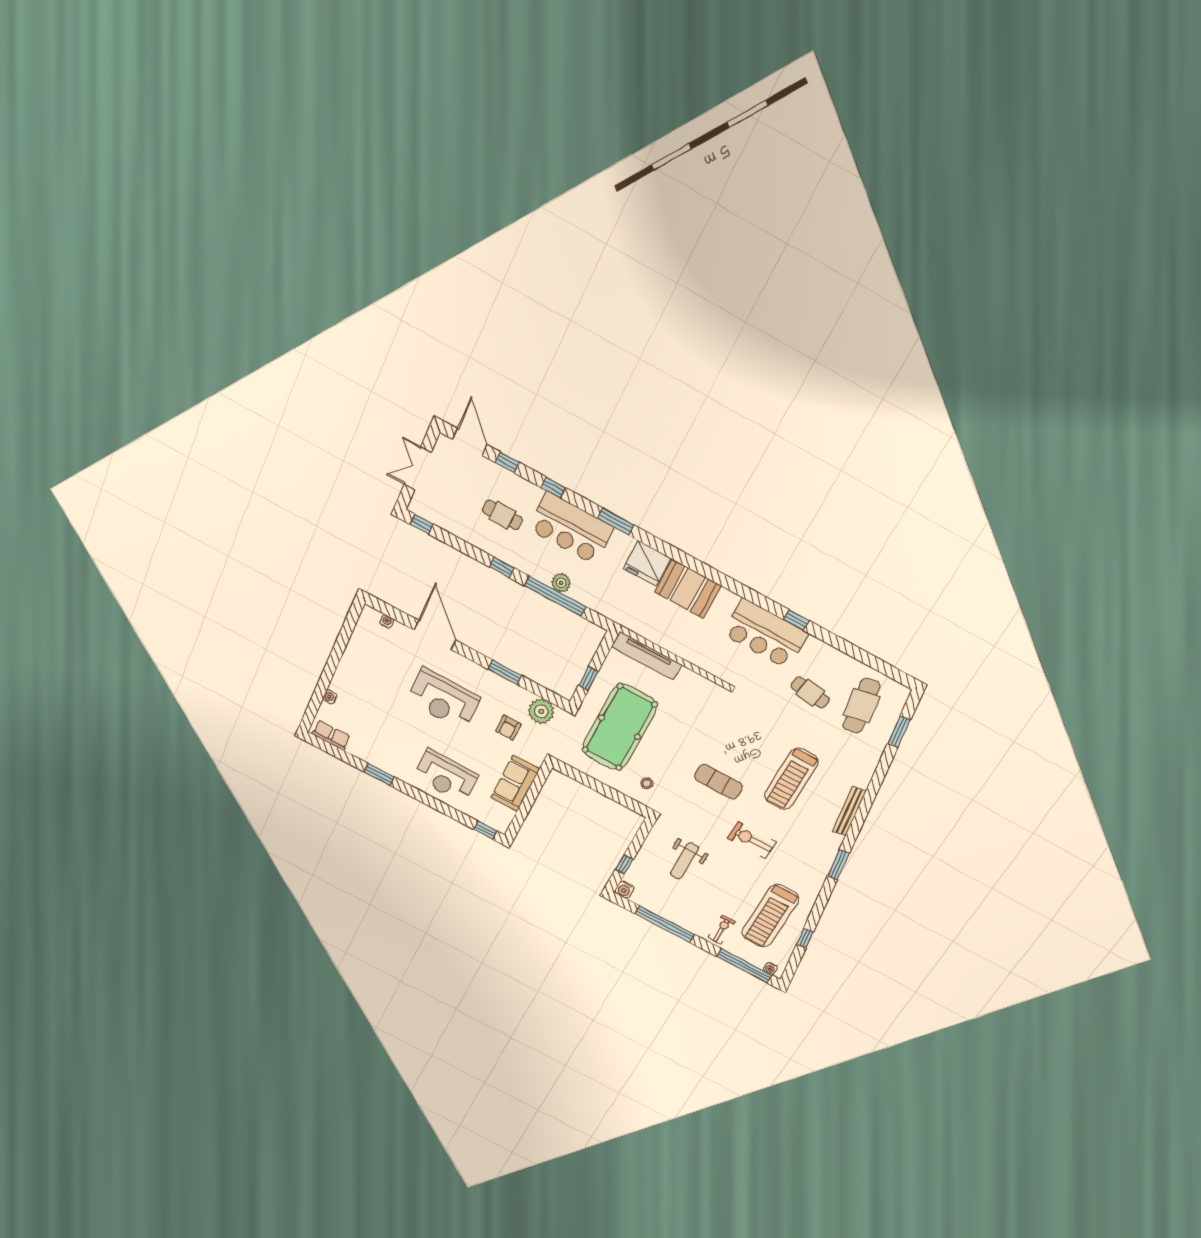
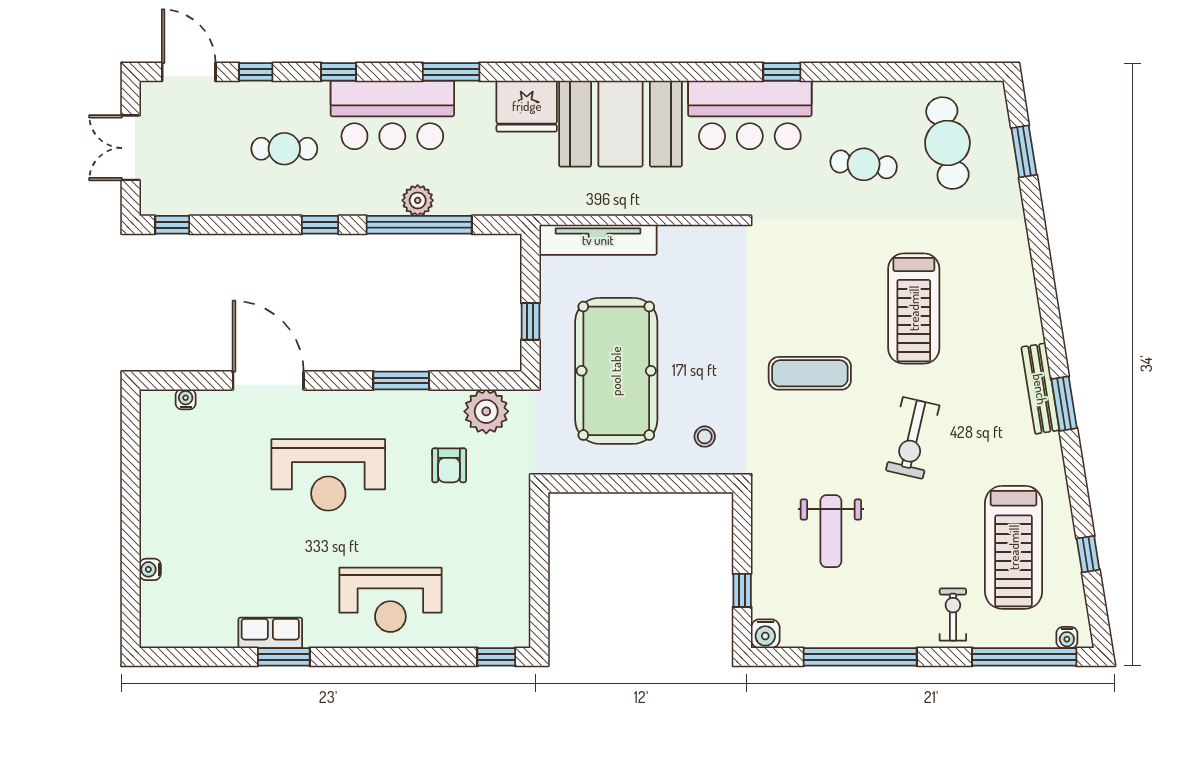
booth: (688, 589) -> (620, 124), width x1.36, depth x1.42
row of seats: (331, 735) -> (270, 633), moved
sofa: (515, 783) -> (504, 551), removed
bench: (849, 811) -> (1040, 389), moved
exercise bike: (752, 840) -> (913, 438), turned -77

